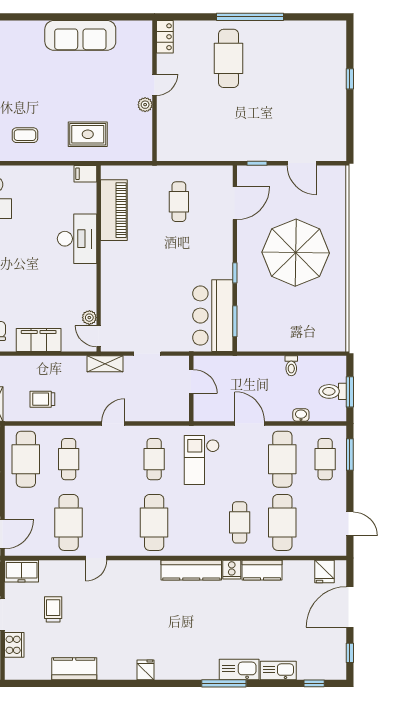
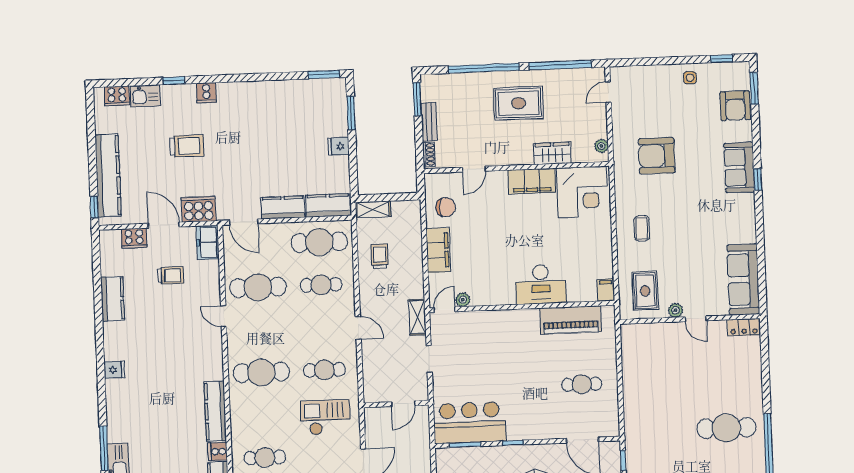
locker: (165, 37) -> (744, 327), moved
door: (155, 85) -> (696, 319), moved
wall: (155, 91) -> (690, 319), moved
plant: (145, 105) -> (675, 310), moved

